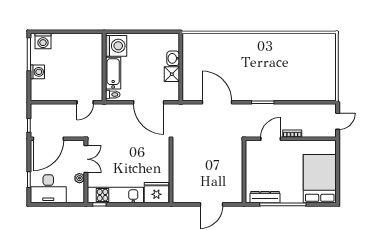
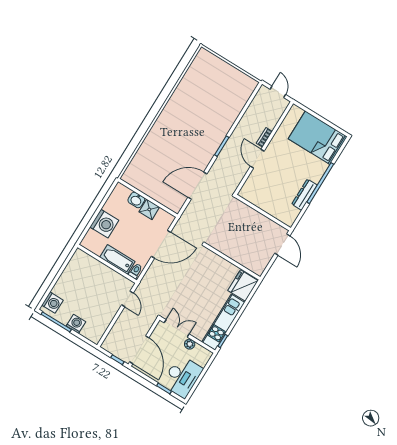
washing machine: (116, 46) -> (104, 224), moved, turned 90
wall: (244, 172) -> (263, 213), moved

